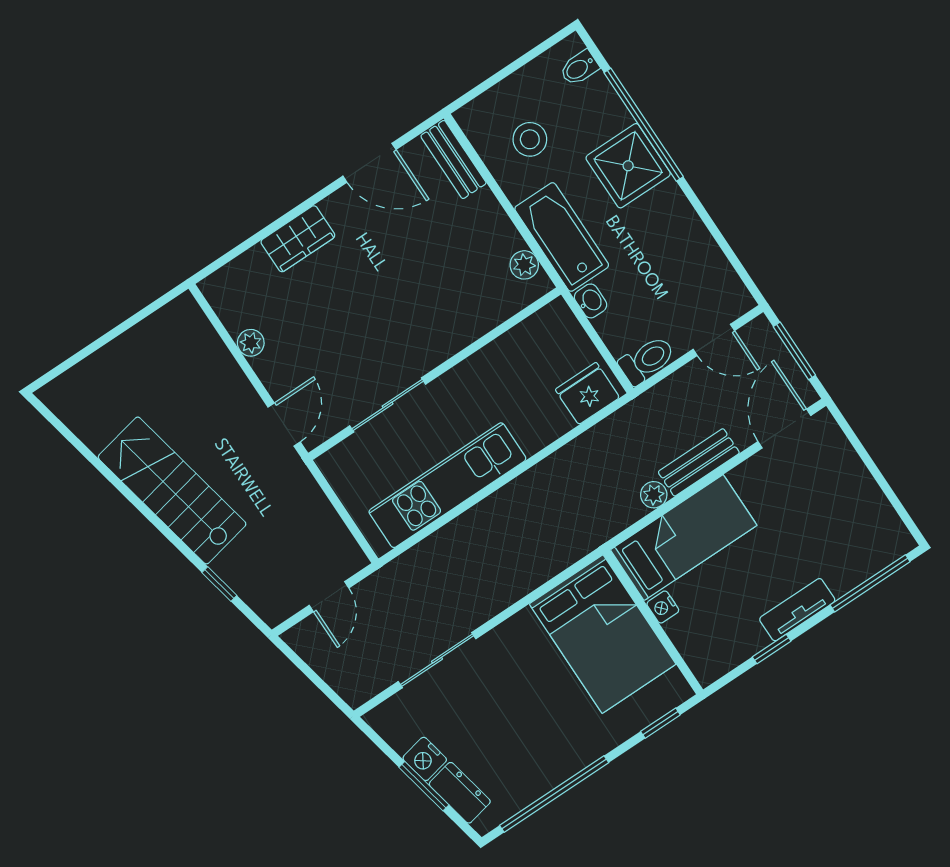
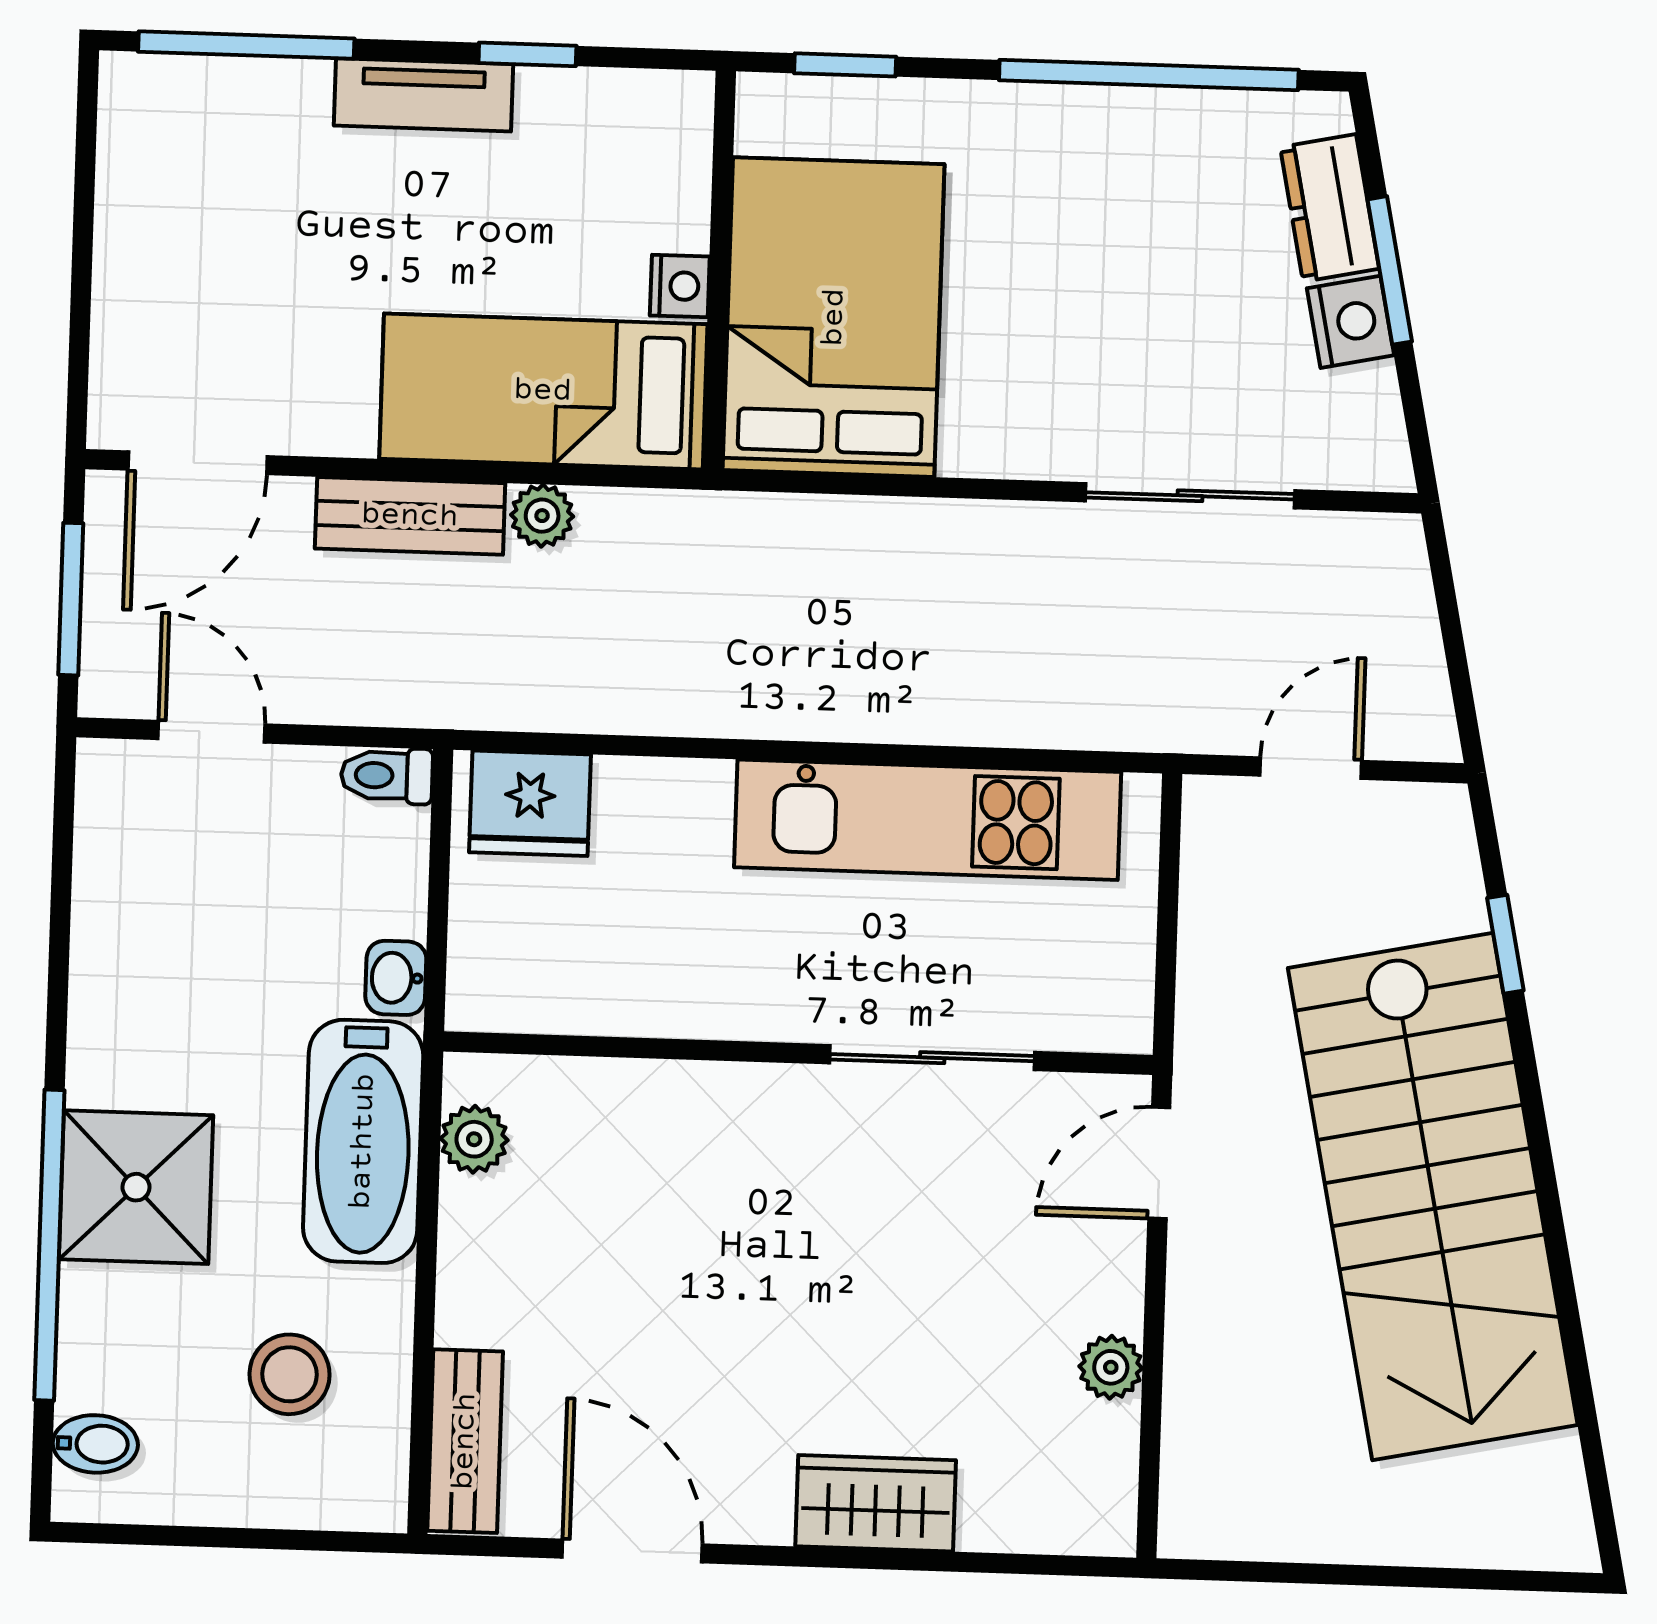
toilet: (647, 360) -> (387, 776), width x0.73, depth x0.72
stairs: (172, 490) -> (1433, 1196), width x1.36, depth x1.51

